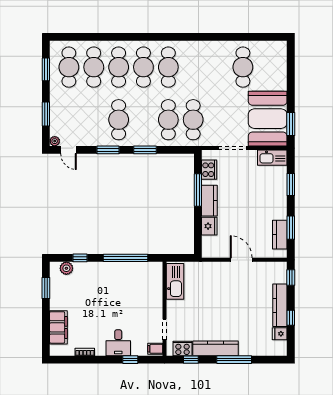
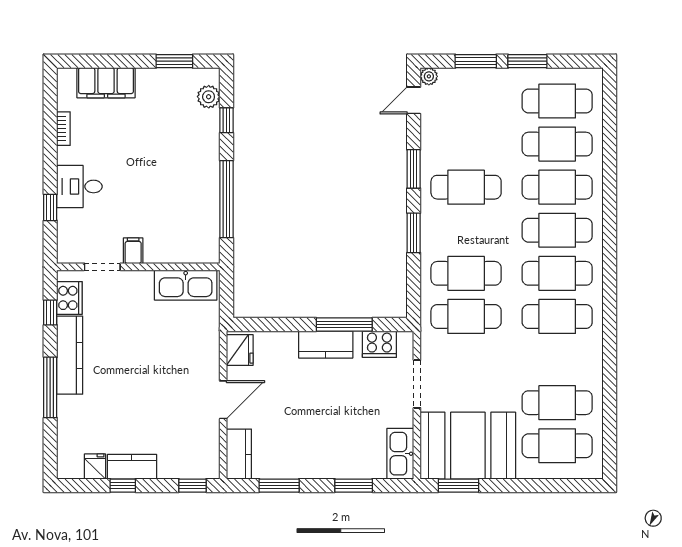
cafe table: (193, 67) -> (557, 316), added
cafe table: (268, 67) -> (557, 446), added
window: (46, 69) -> (527, 61), moved
fridge: (209, 226) -> (240, 350), moved, turned -90
kitchen counter: (280, 235) -> (239, 454), moved, turned 90
kitchen counter: (280, 305) -> (132, 467), width x0.67
filing cabinet: (155, 349) -> (133, 251), moved

